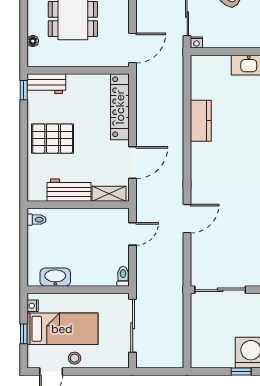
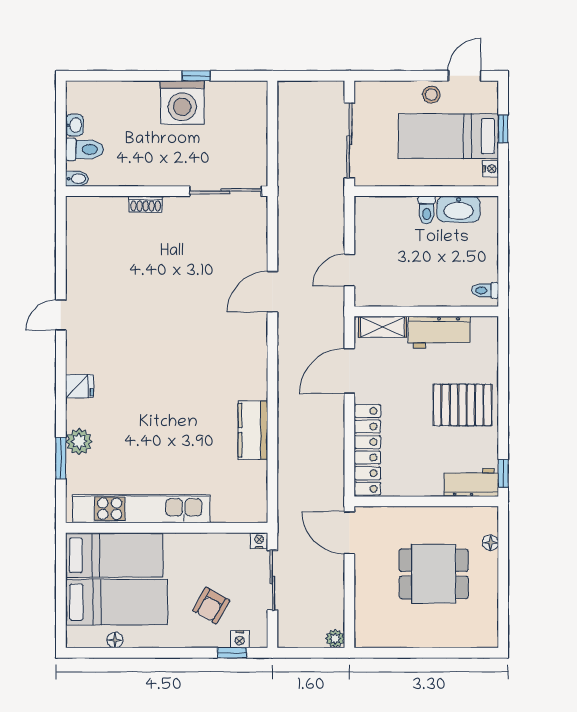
door: (133, 48) -> (349, 533), hinge flipped
toilet: (123, 276) -> (427, 210), moved

